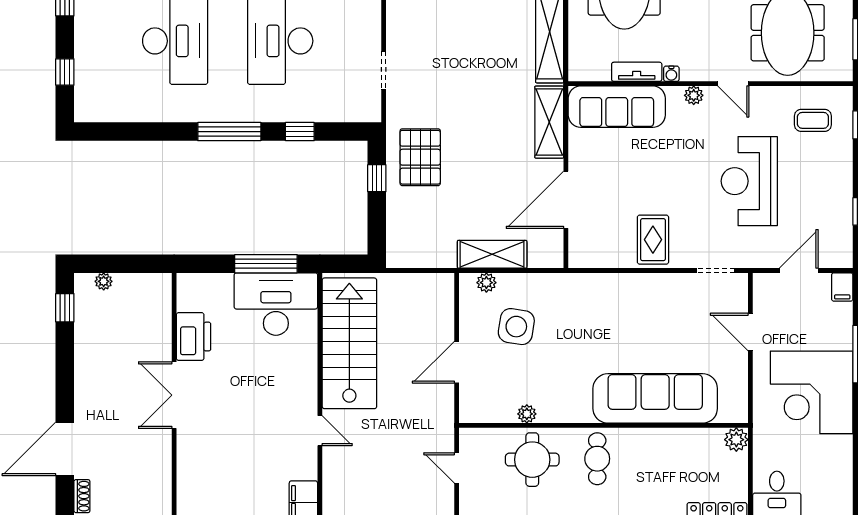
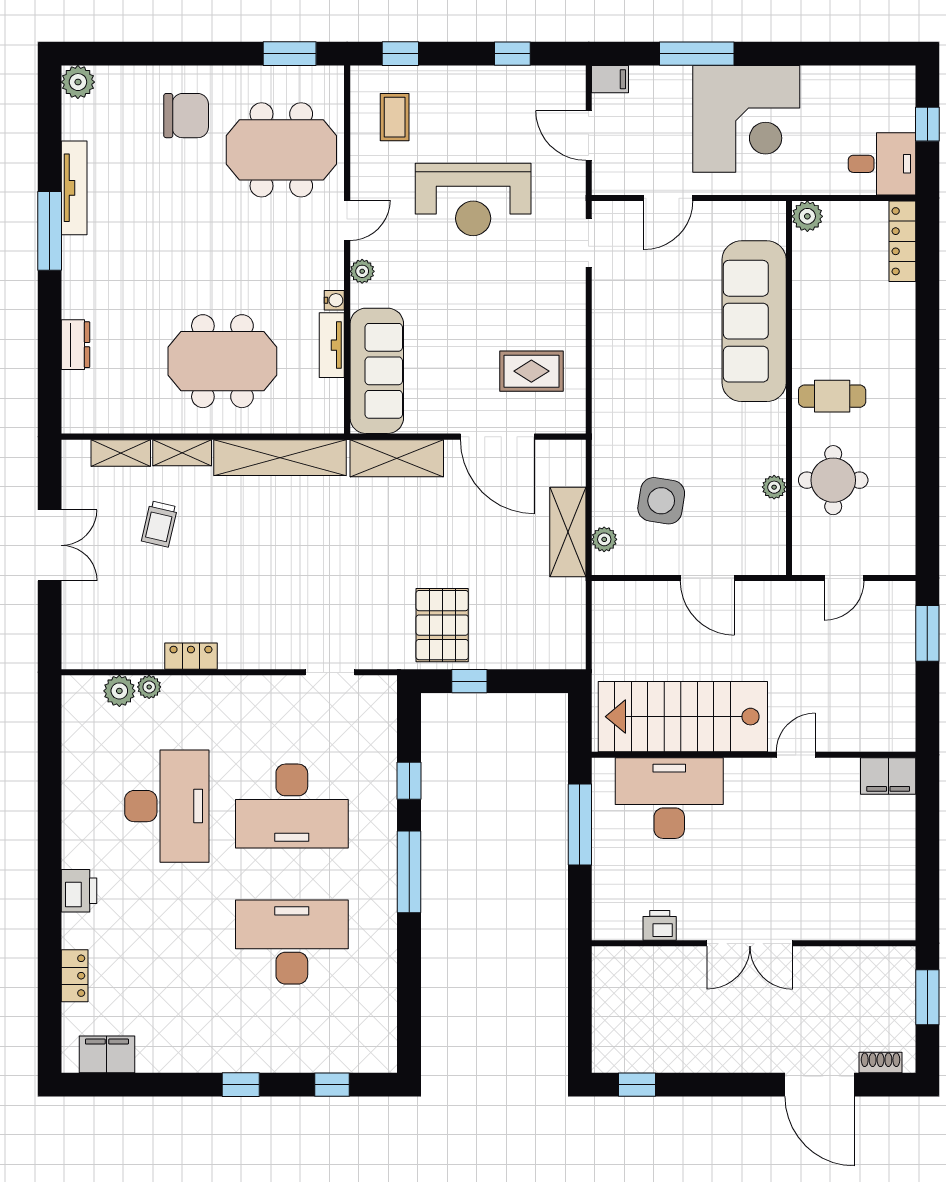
pallet: (420, 157) -> (442, 625), turned 90
rug: (653, 240) -> (531, 371), moved
plant: (104, 281) -> (603, 1035), removed
desk: (276, 304) -> (669, 798), moved, turned 90
printer: (194, 337) -> (660, 925), width x0.53, depth x0.68

